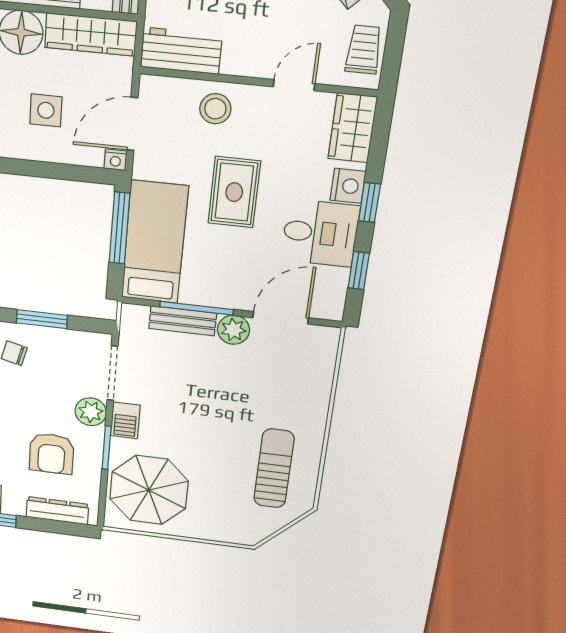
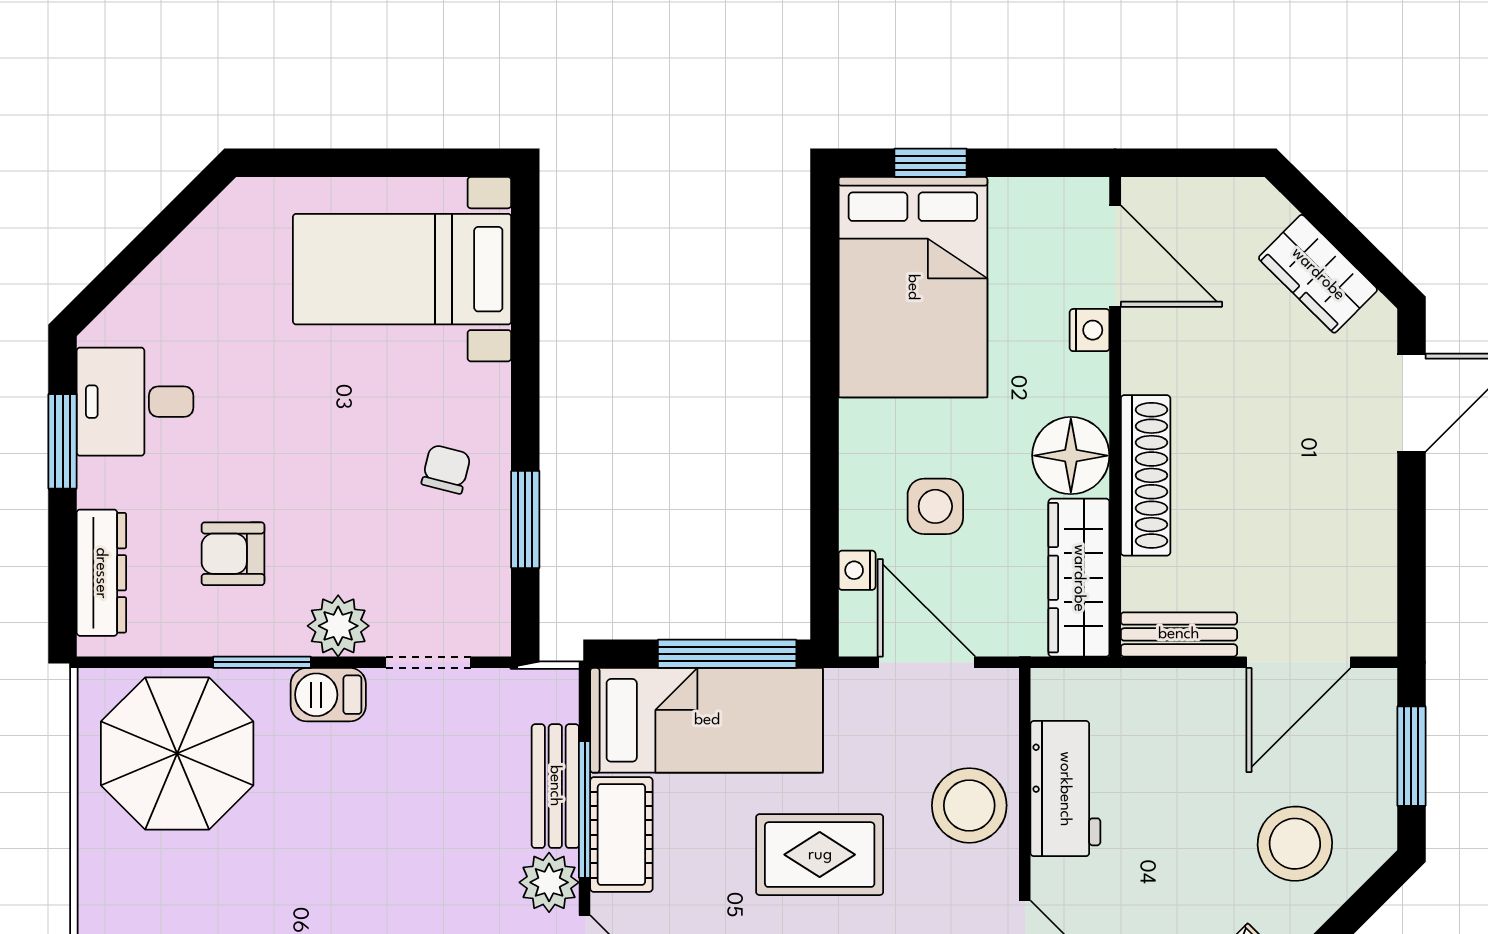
workbench: (181, 51) -> (1065, 789), moved
stool: (215, 109) -> (969, 805), width x1.38, depth x1.38
nightstand: (115, 160) -> (857, 570), moved
cot: (212, 292) -> (621, 835), added
doorway: (112, 373) -> (428, 662), width x0.73
armchair: (52, 454) -> (233, 554), width x0.72, depth x0.72

